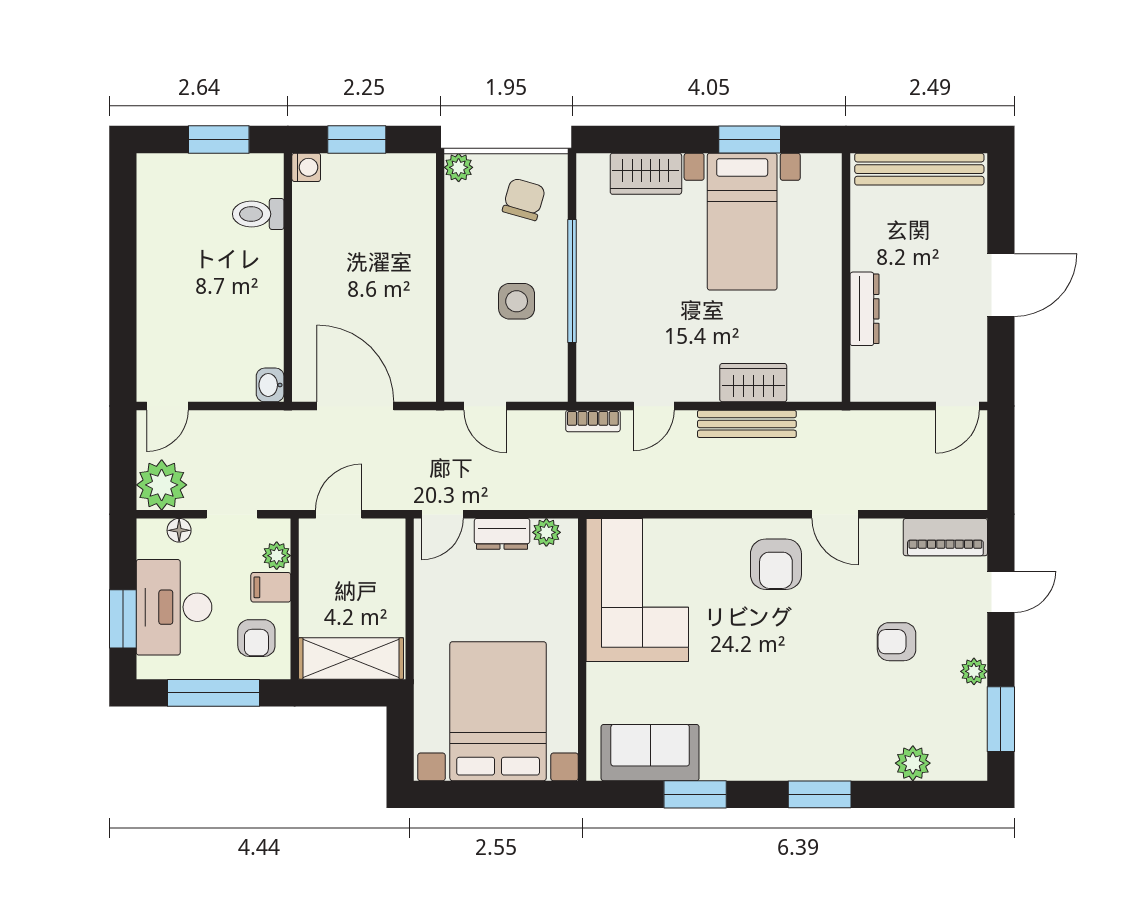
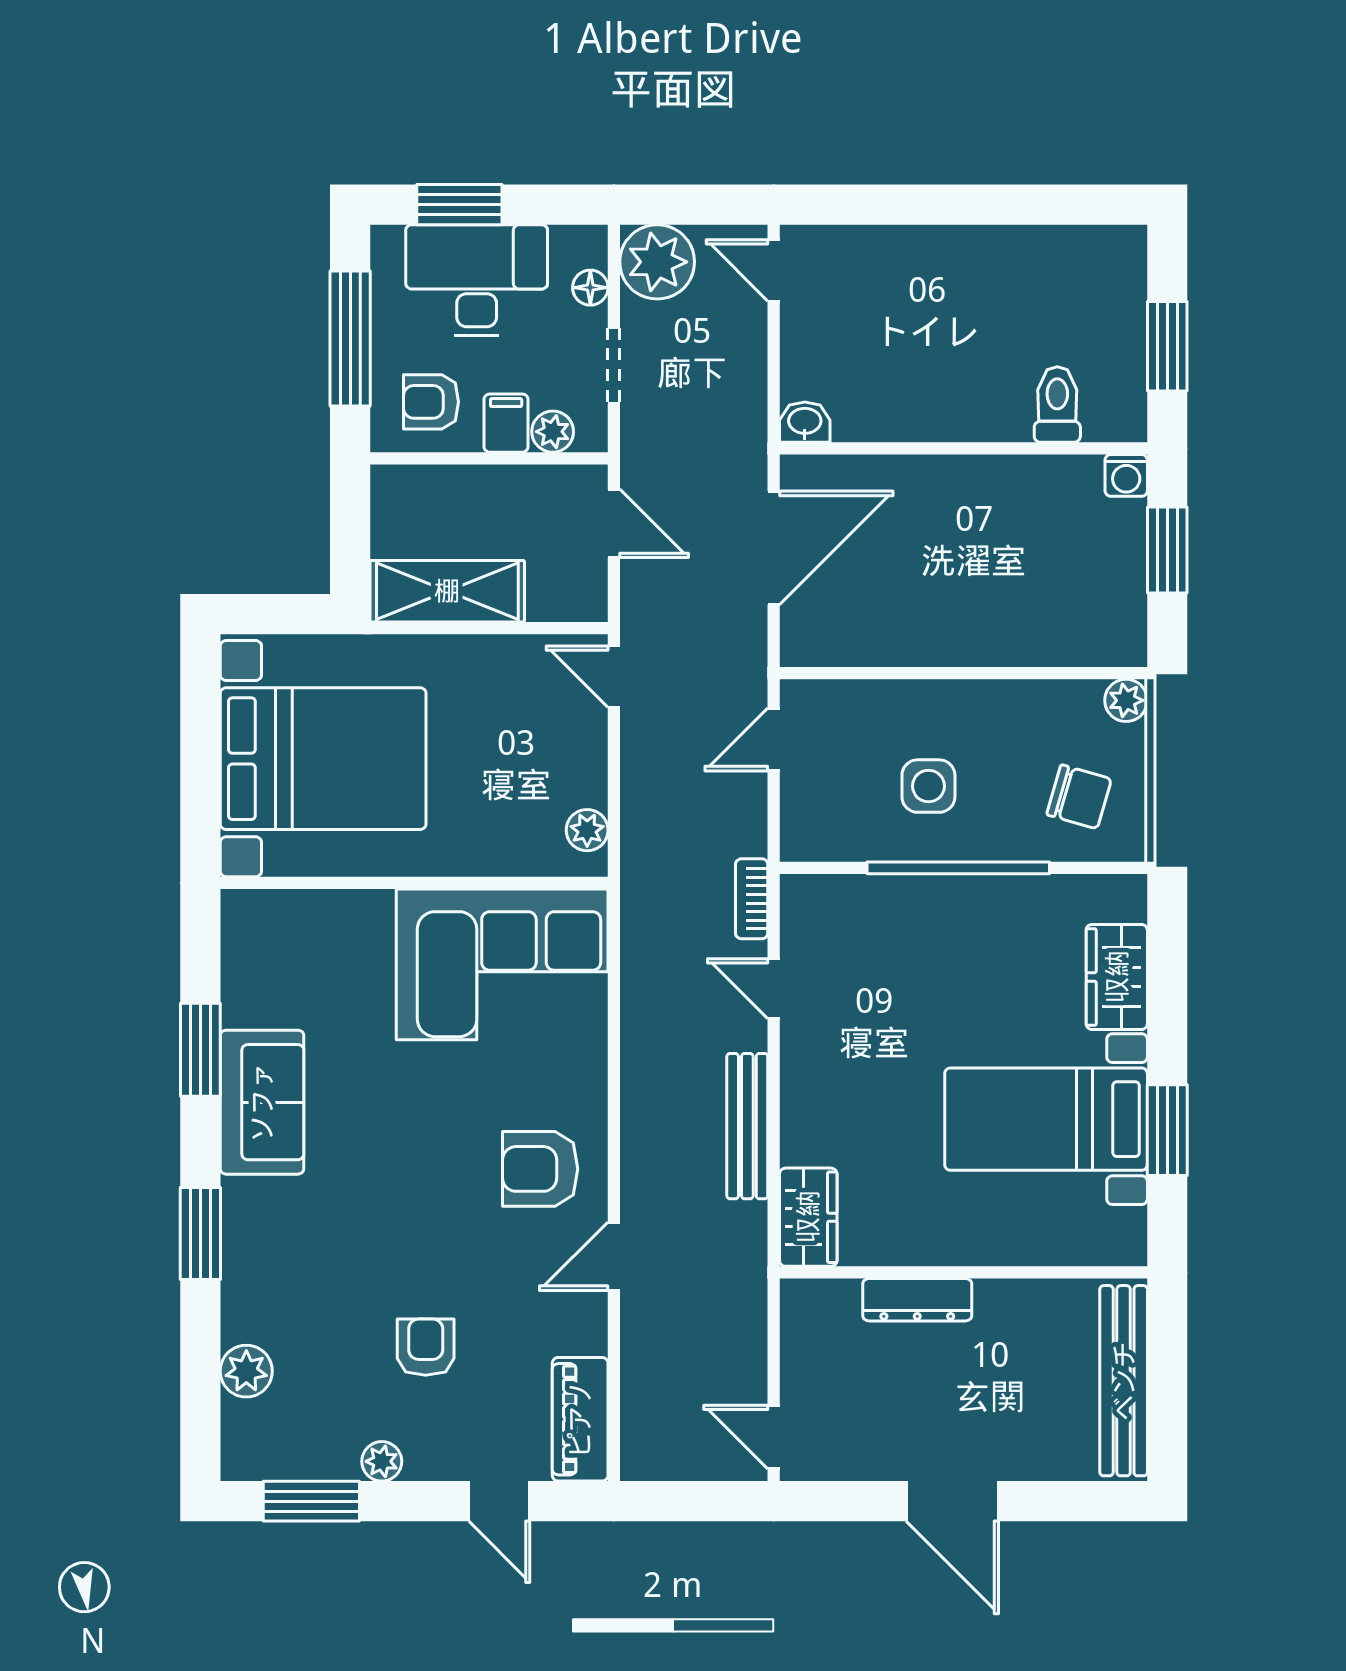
wardrobe: (753, 383) -> (808, 1217), moved
dresser: (502, 534) -> (585, 765), removed
shelving: (351, 658) -> (447, 591), moved, turned 90
sofa: (650, 753) -> (262, 1102), moved

